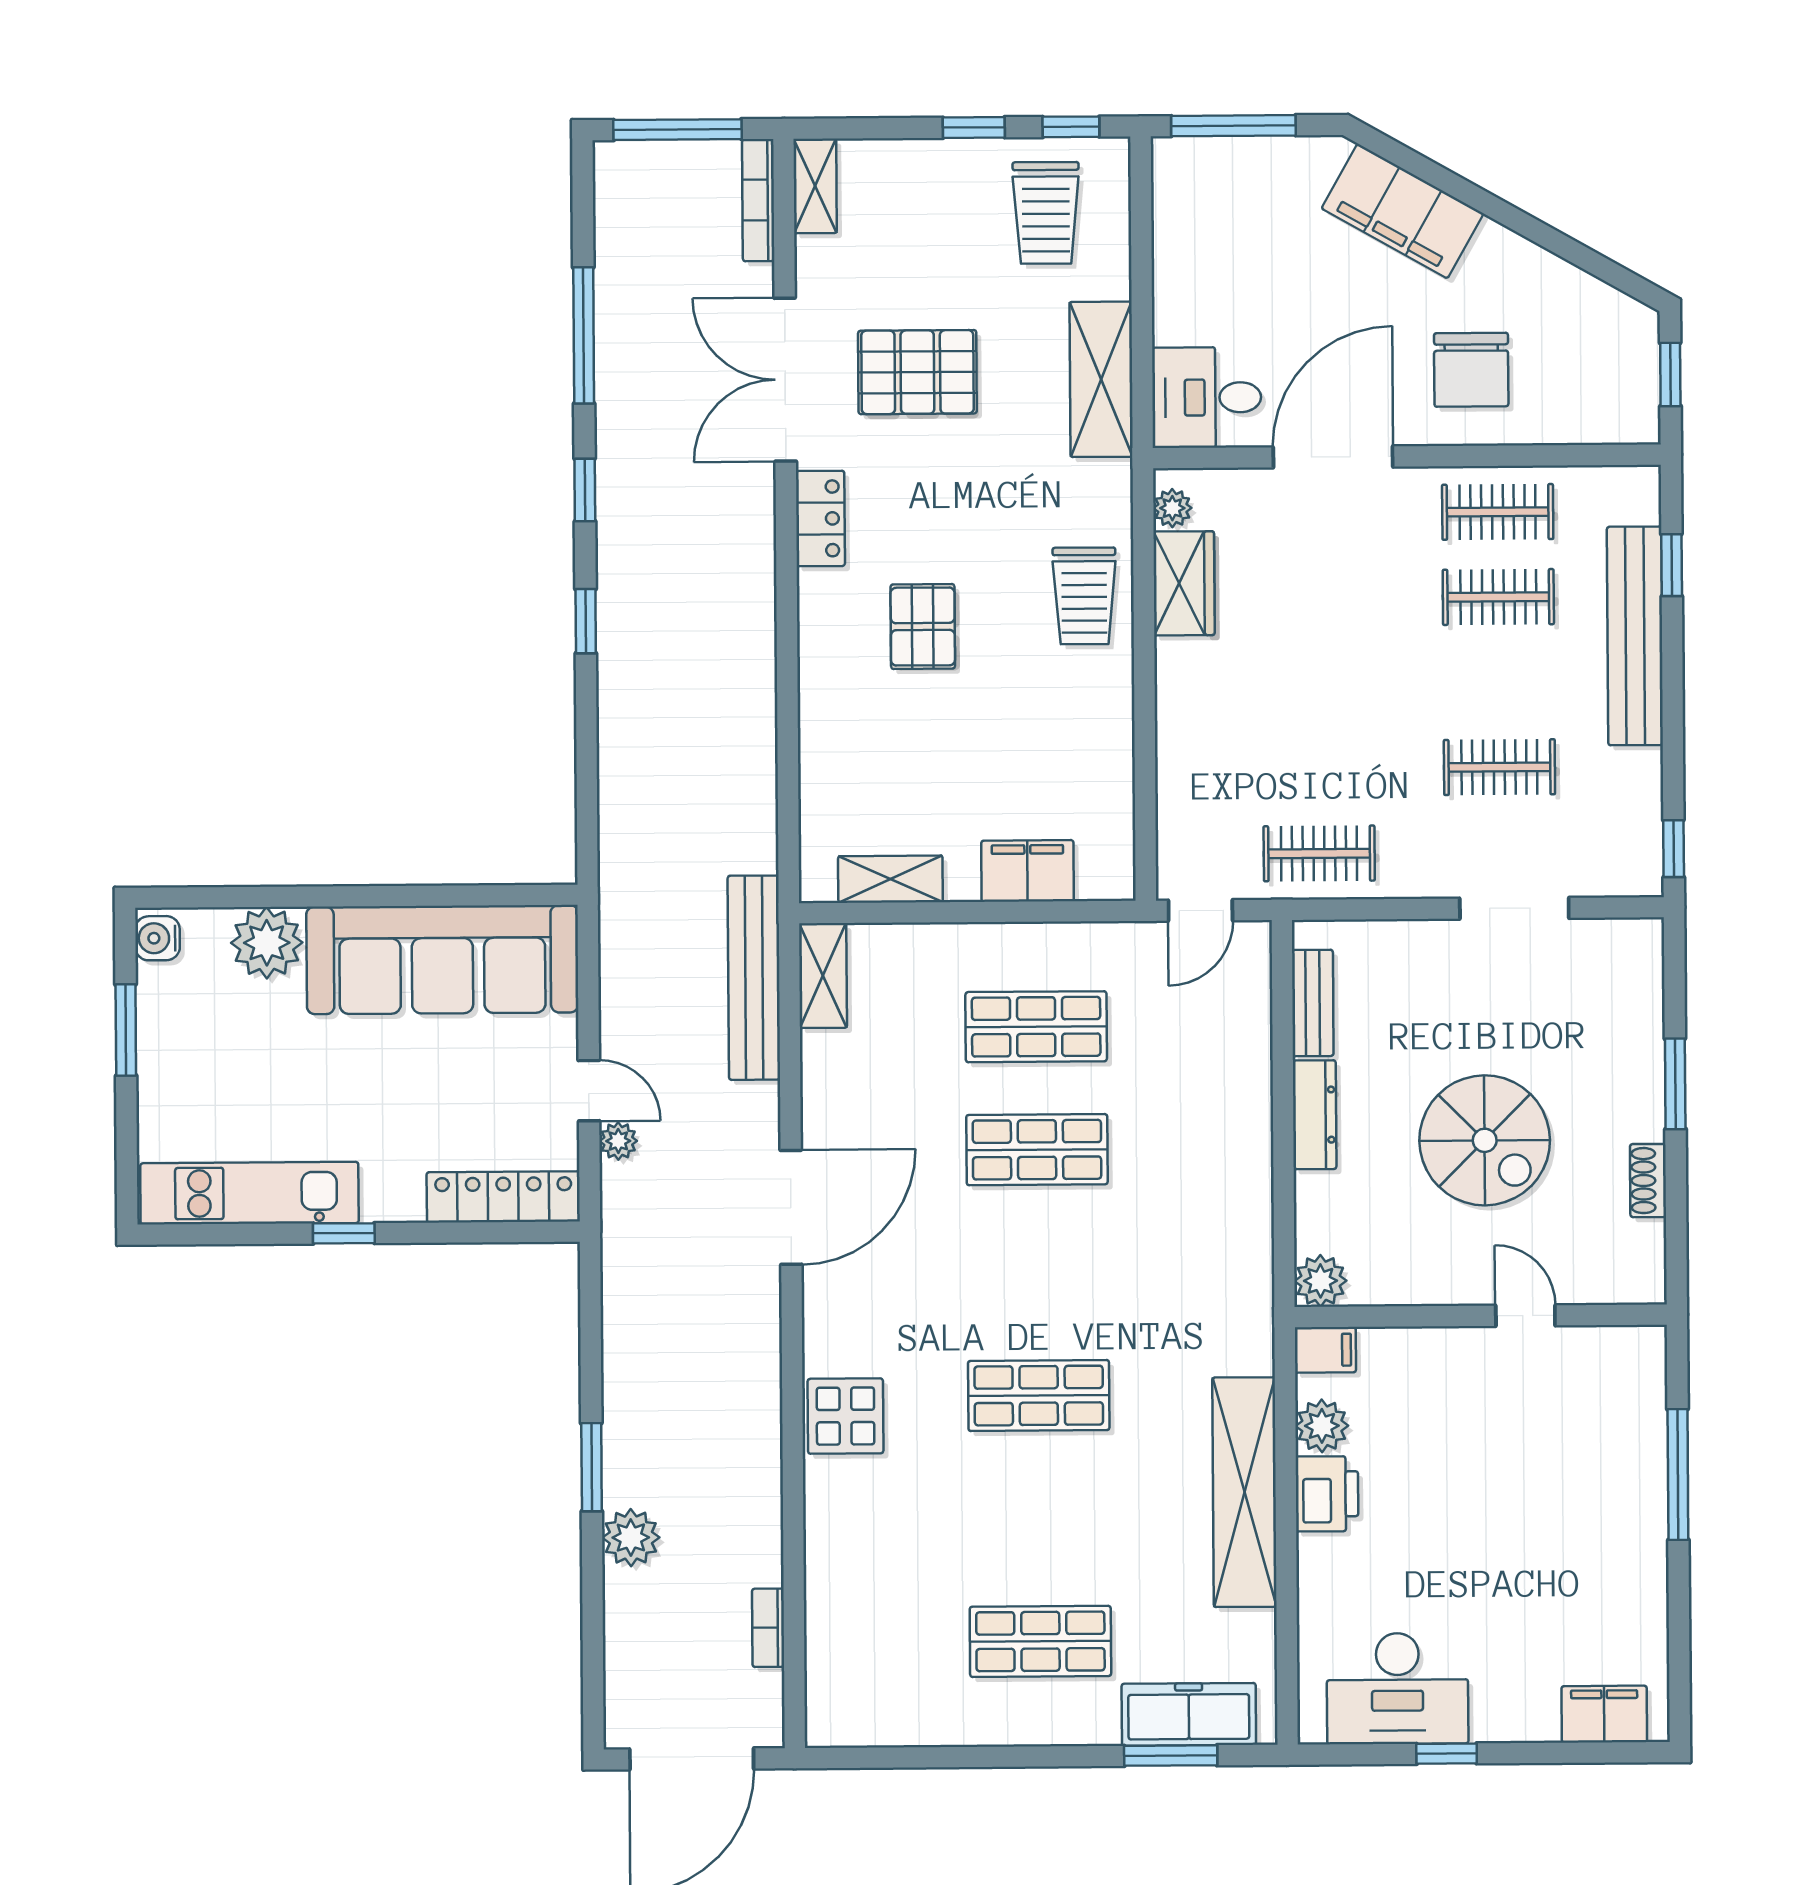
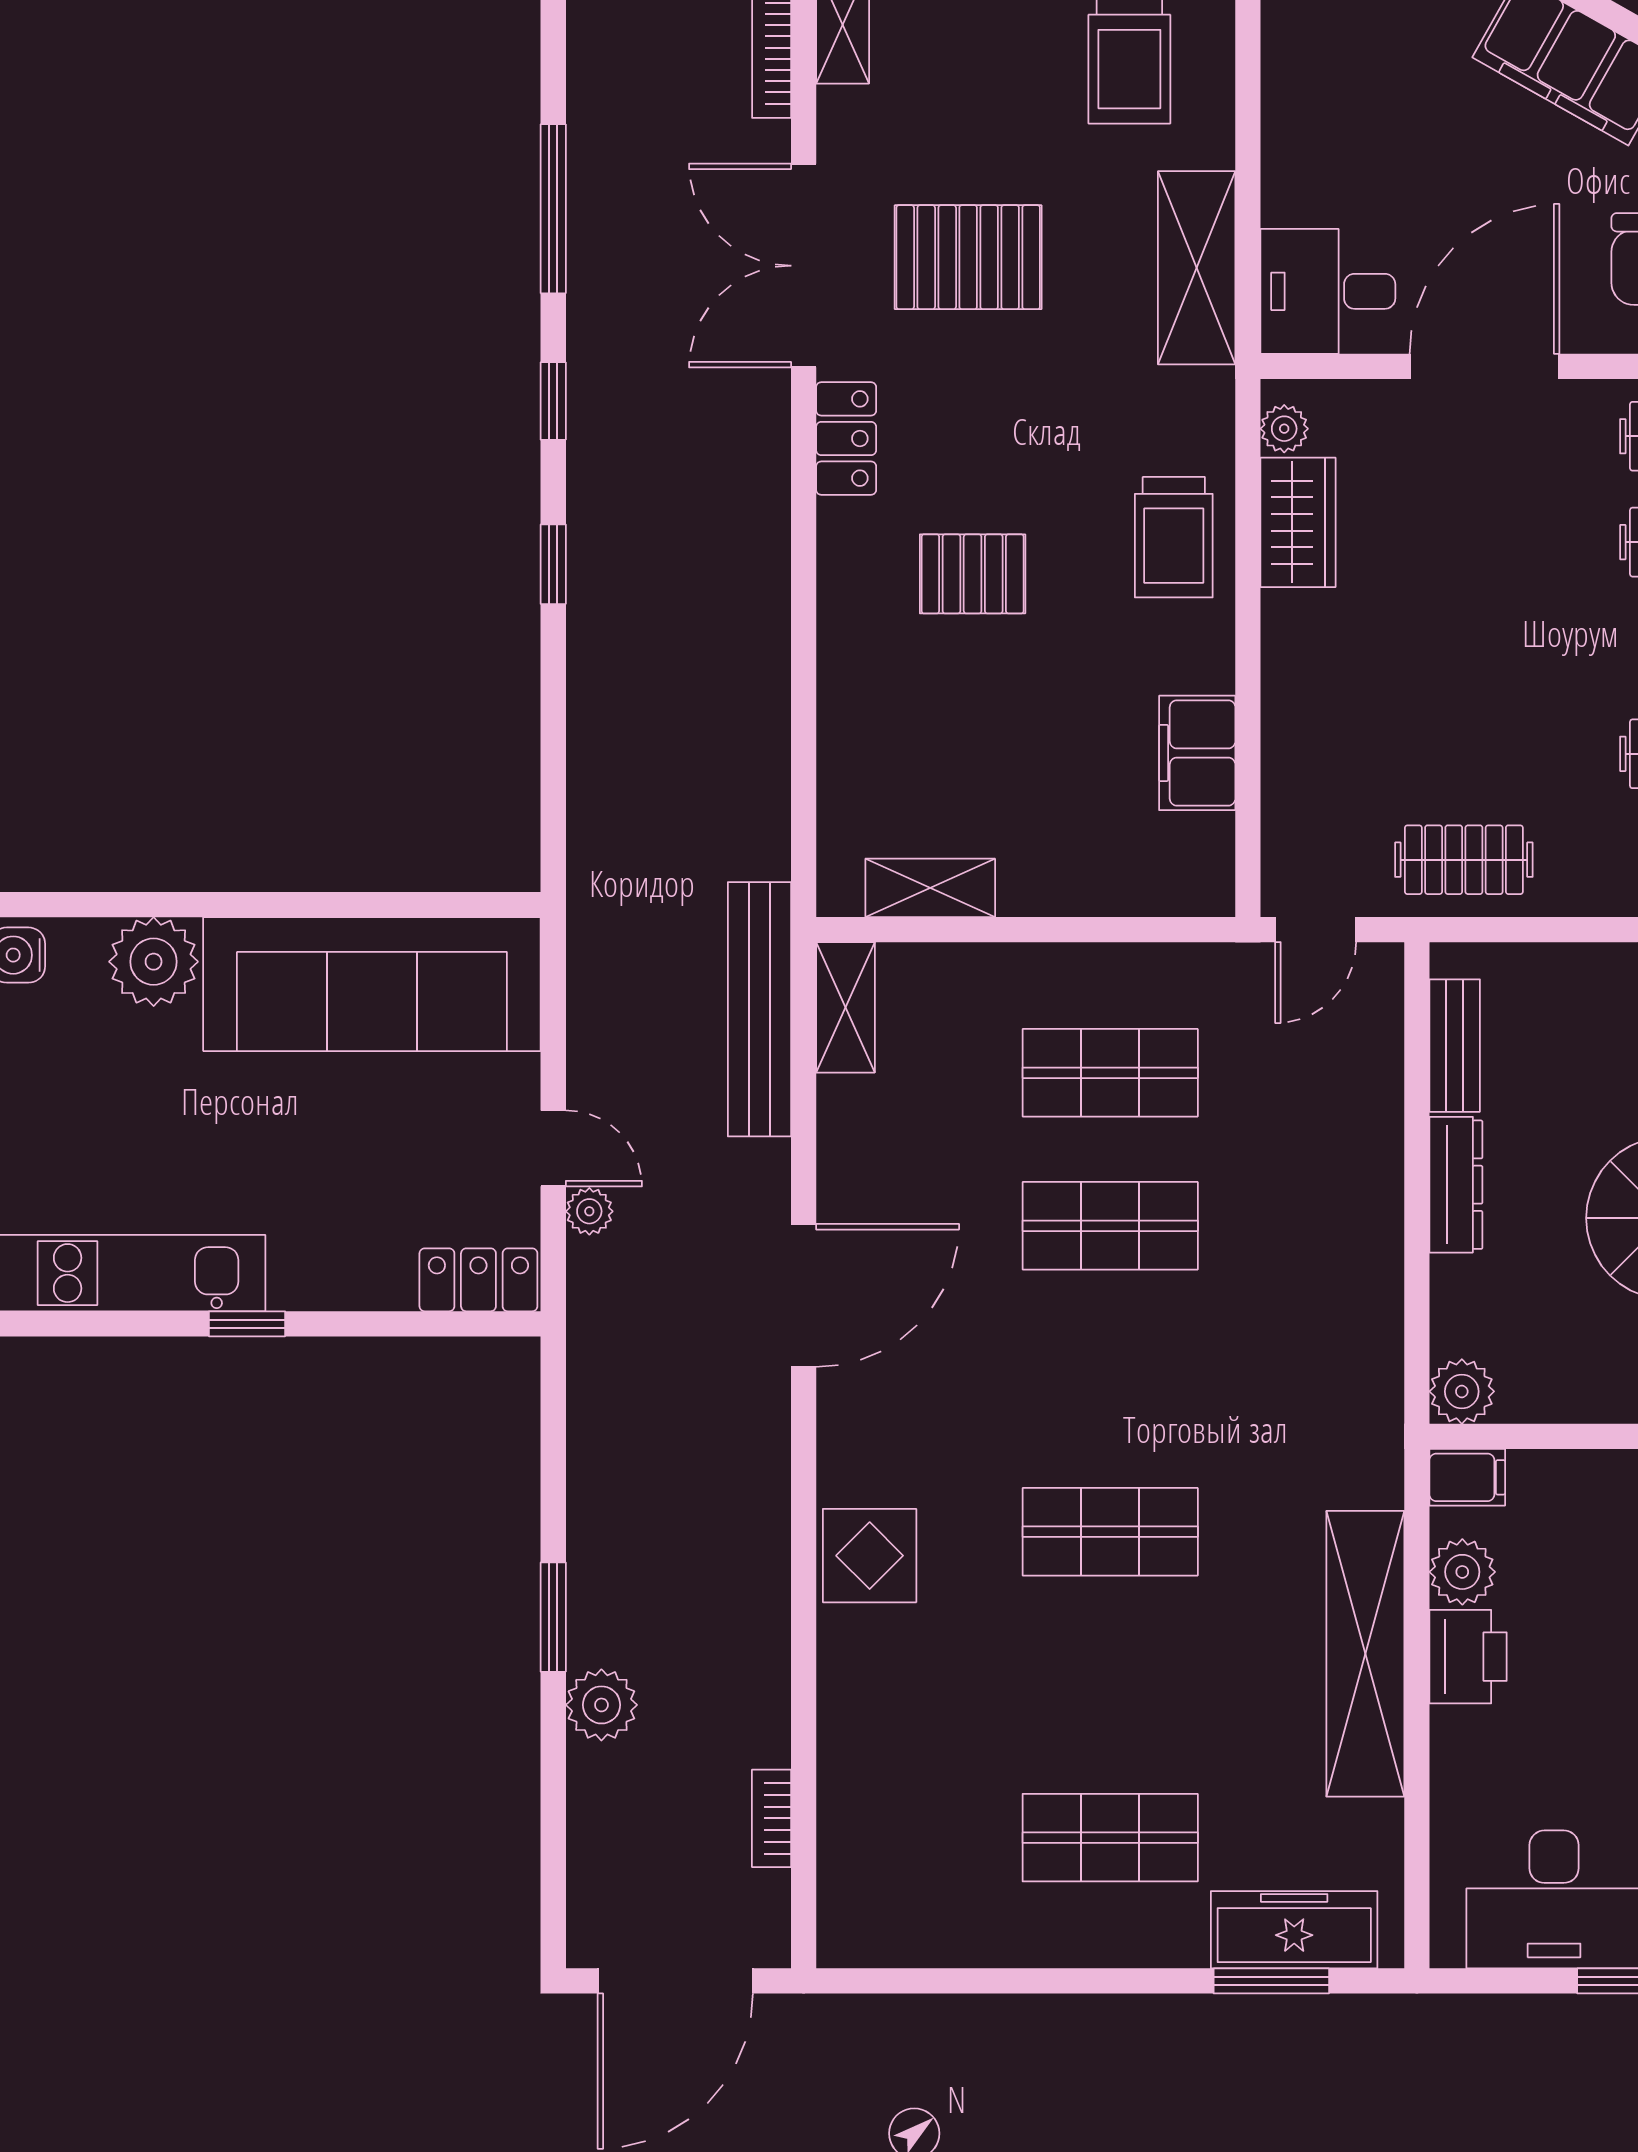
pallet: (923, 627) -> (973, 574), turned 90
filing cabinet: (1027, 871) -> (1197, 753), moved, turned -90
locker: (503, 1197) -> (478, 1280), width x0.66

